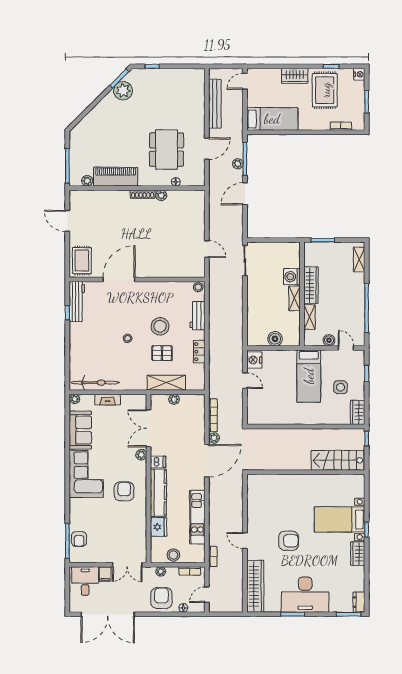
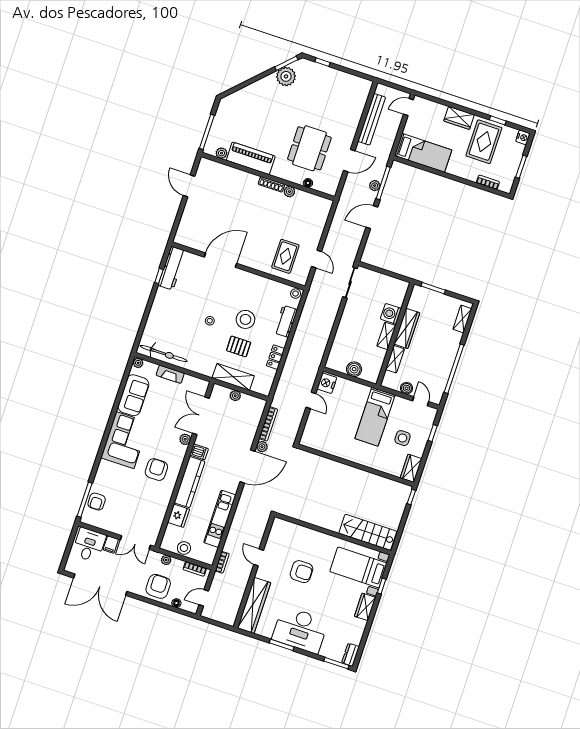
rug: (82, 261) -> (285, 256), moved
stairs: (337, 460) -> (368, 532), moved
wall: (306, 472) -> (333, 534), moved

